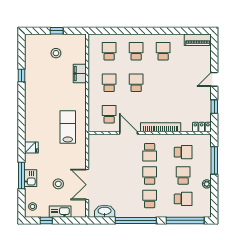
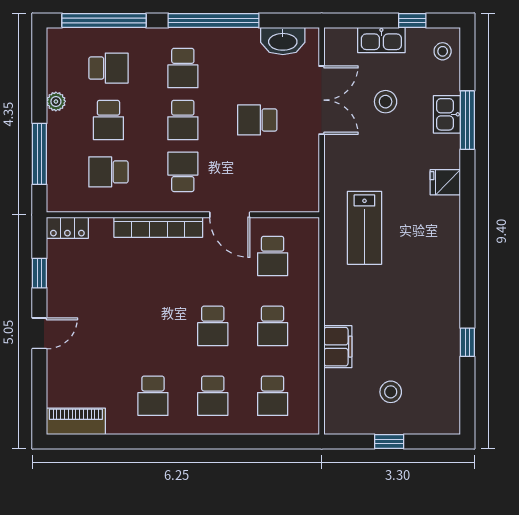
school desk: (116, 176) -> (257, 120), added
school desk: (183, 199) -> (108, 68), turned 180

